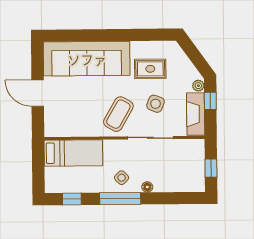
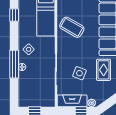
coffee table: (118, 114) -> (72, 27), moved
window: (120, 199) -> (14, 64), moved

